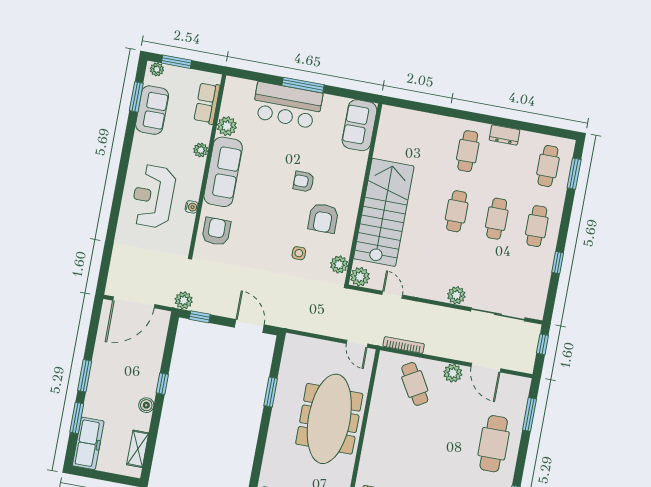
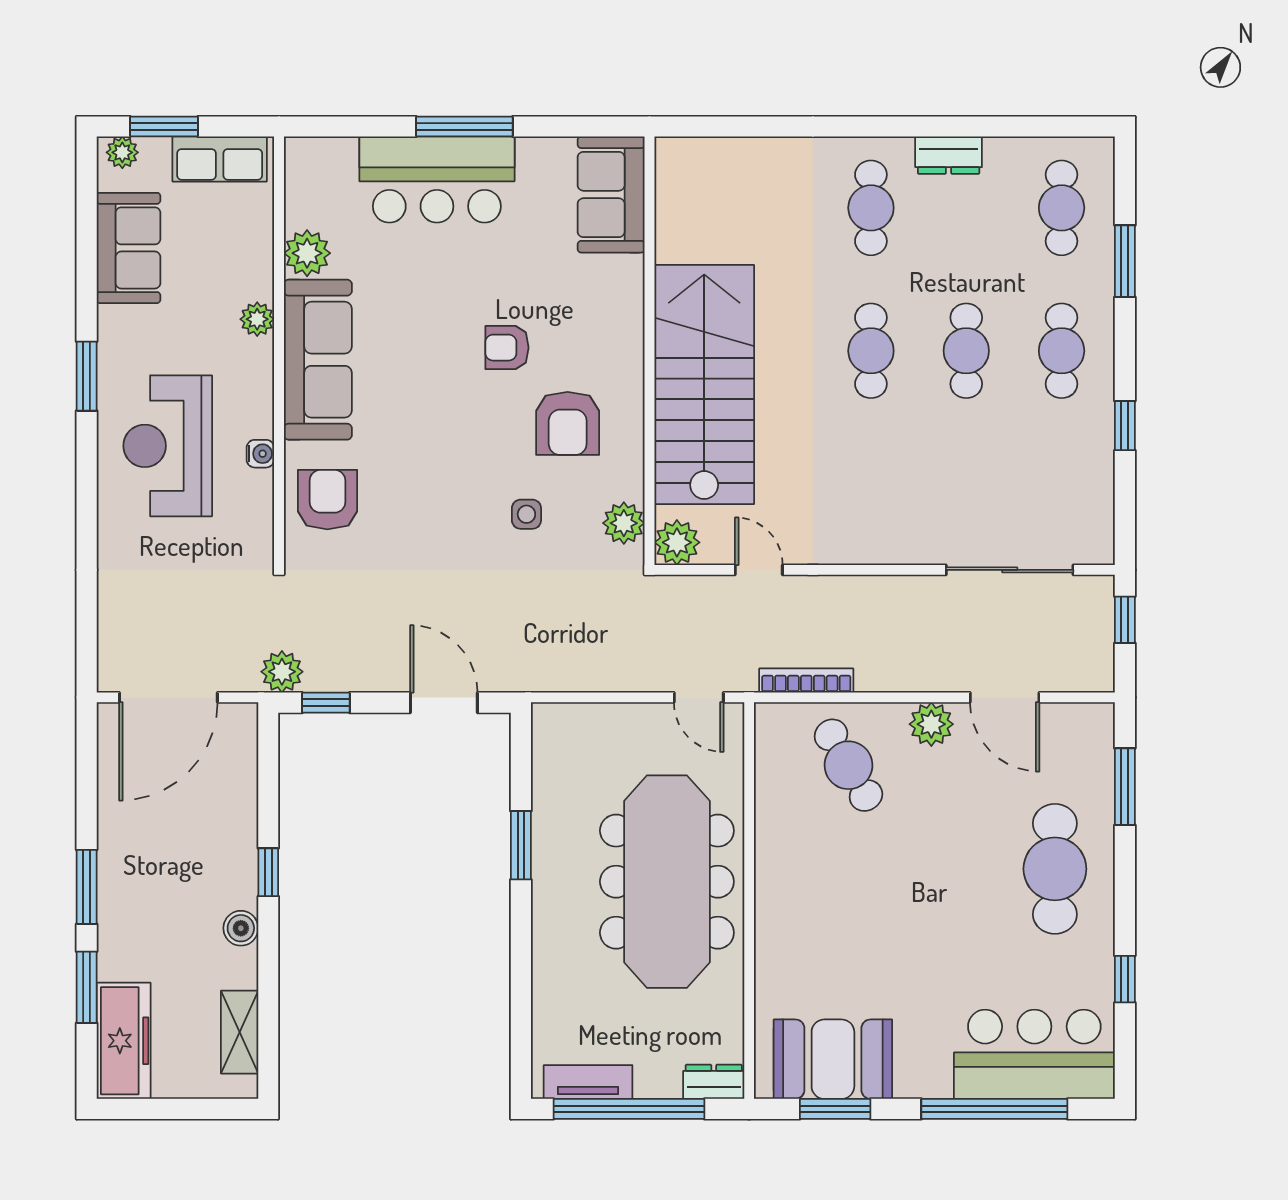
window: (136, 97) -> (87, 376), moved
row of seats: (207, 103) -> (220, 159), moved, turned -90
window: (574, 174) -> (1125, 261), moved
plant: (456, 295) -> (906, 544), removed

